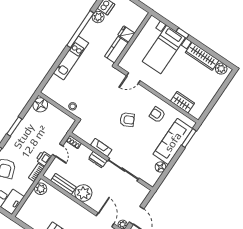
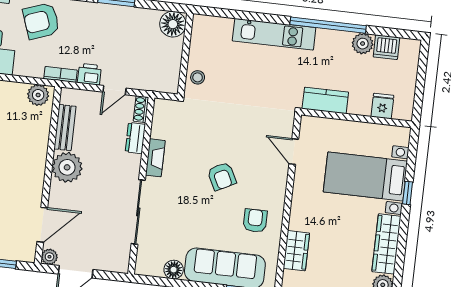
fridge: (126, 34) -> (382, 106), moved
dresser: (98, 160) -> (135, 138), moved

